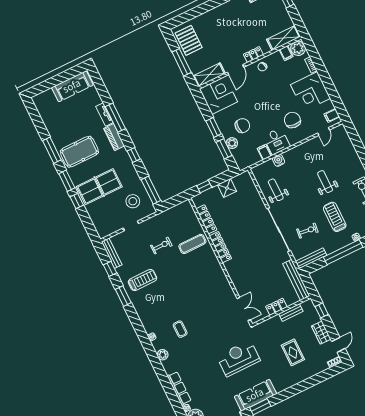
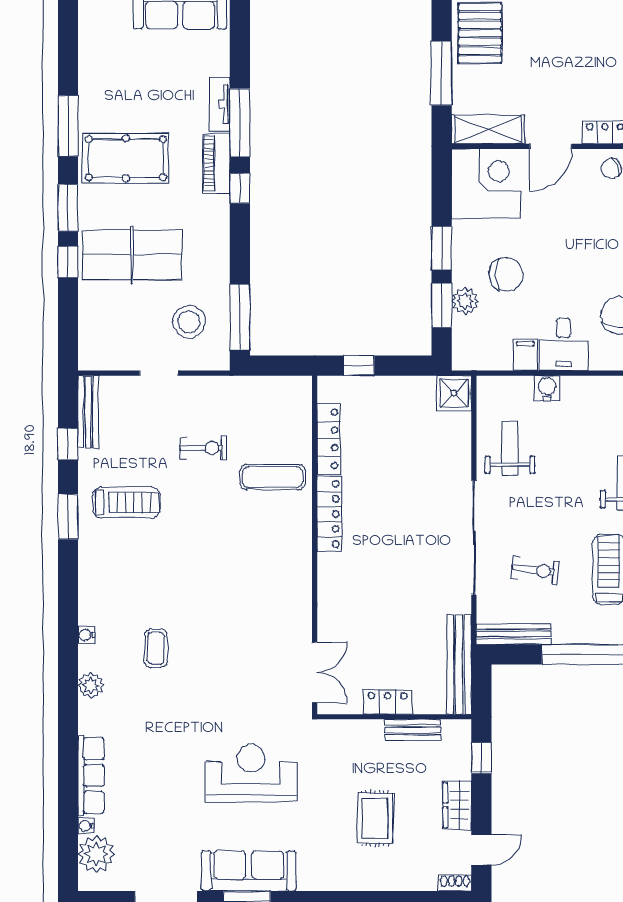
window: (134, 155) -> (240, 188), moved
shower: (227, 188) -> (454, 393), moved

